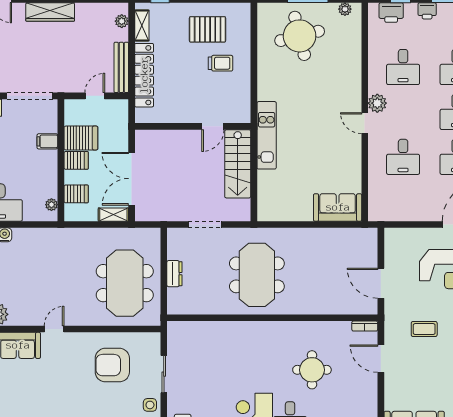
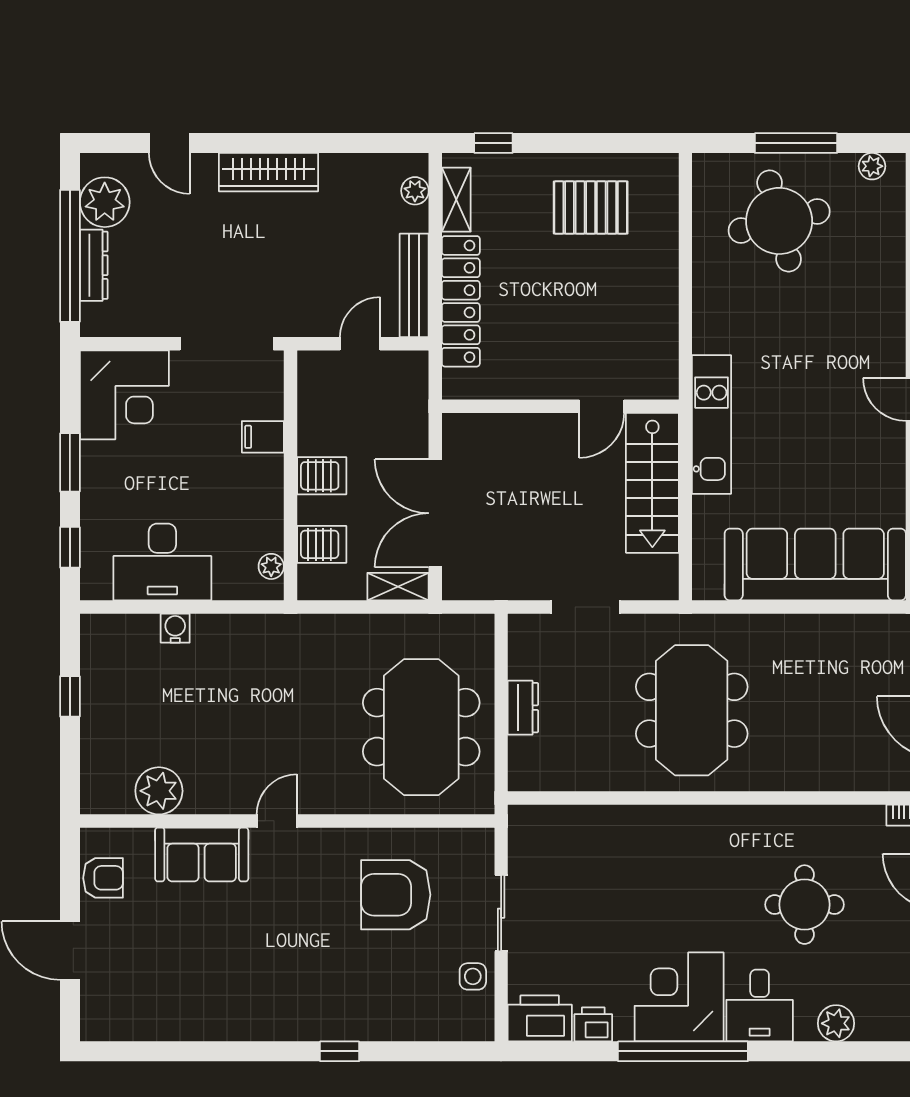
trolley: (220, 63) -> (617, 277), removed
server rack: (81, 138) -> (331, 430), removed
sofa: (338, 207) -> (815, 564), width x1.85, depth x1.27

